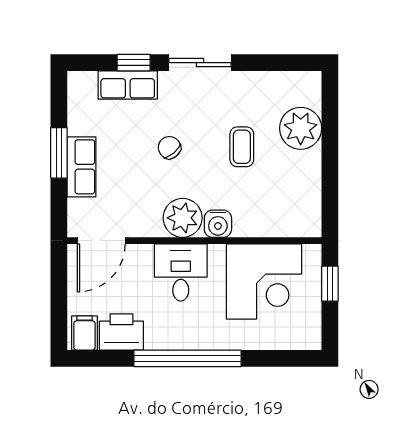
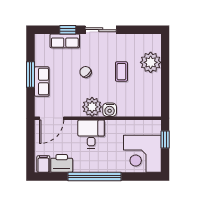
corner desk: (264, 282) -> (142, 154), moved, turned 90

